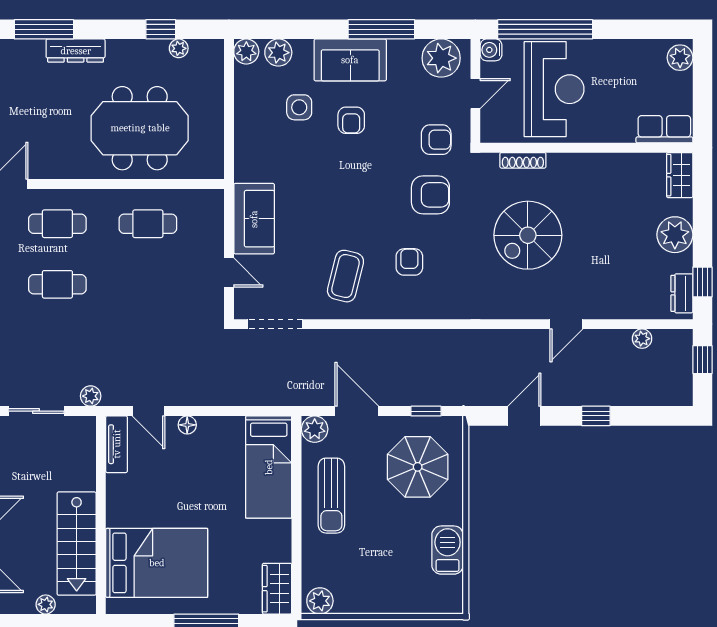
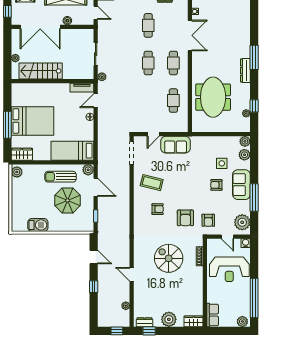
window: (545, 29) -> (254, 298), moved
door: (357, 411) -> (96, 187), hinge flipped
parasol: (418, 467) -> (67, 200), moved
bed: (157, 563) -> (33, 121), moved, turned -90

